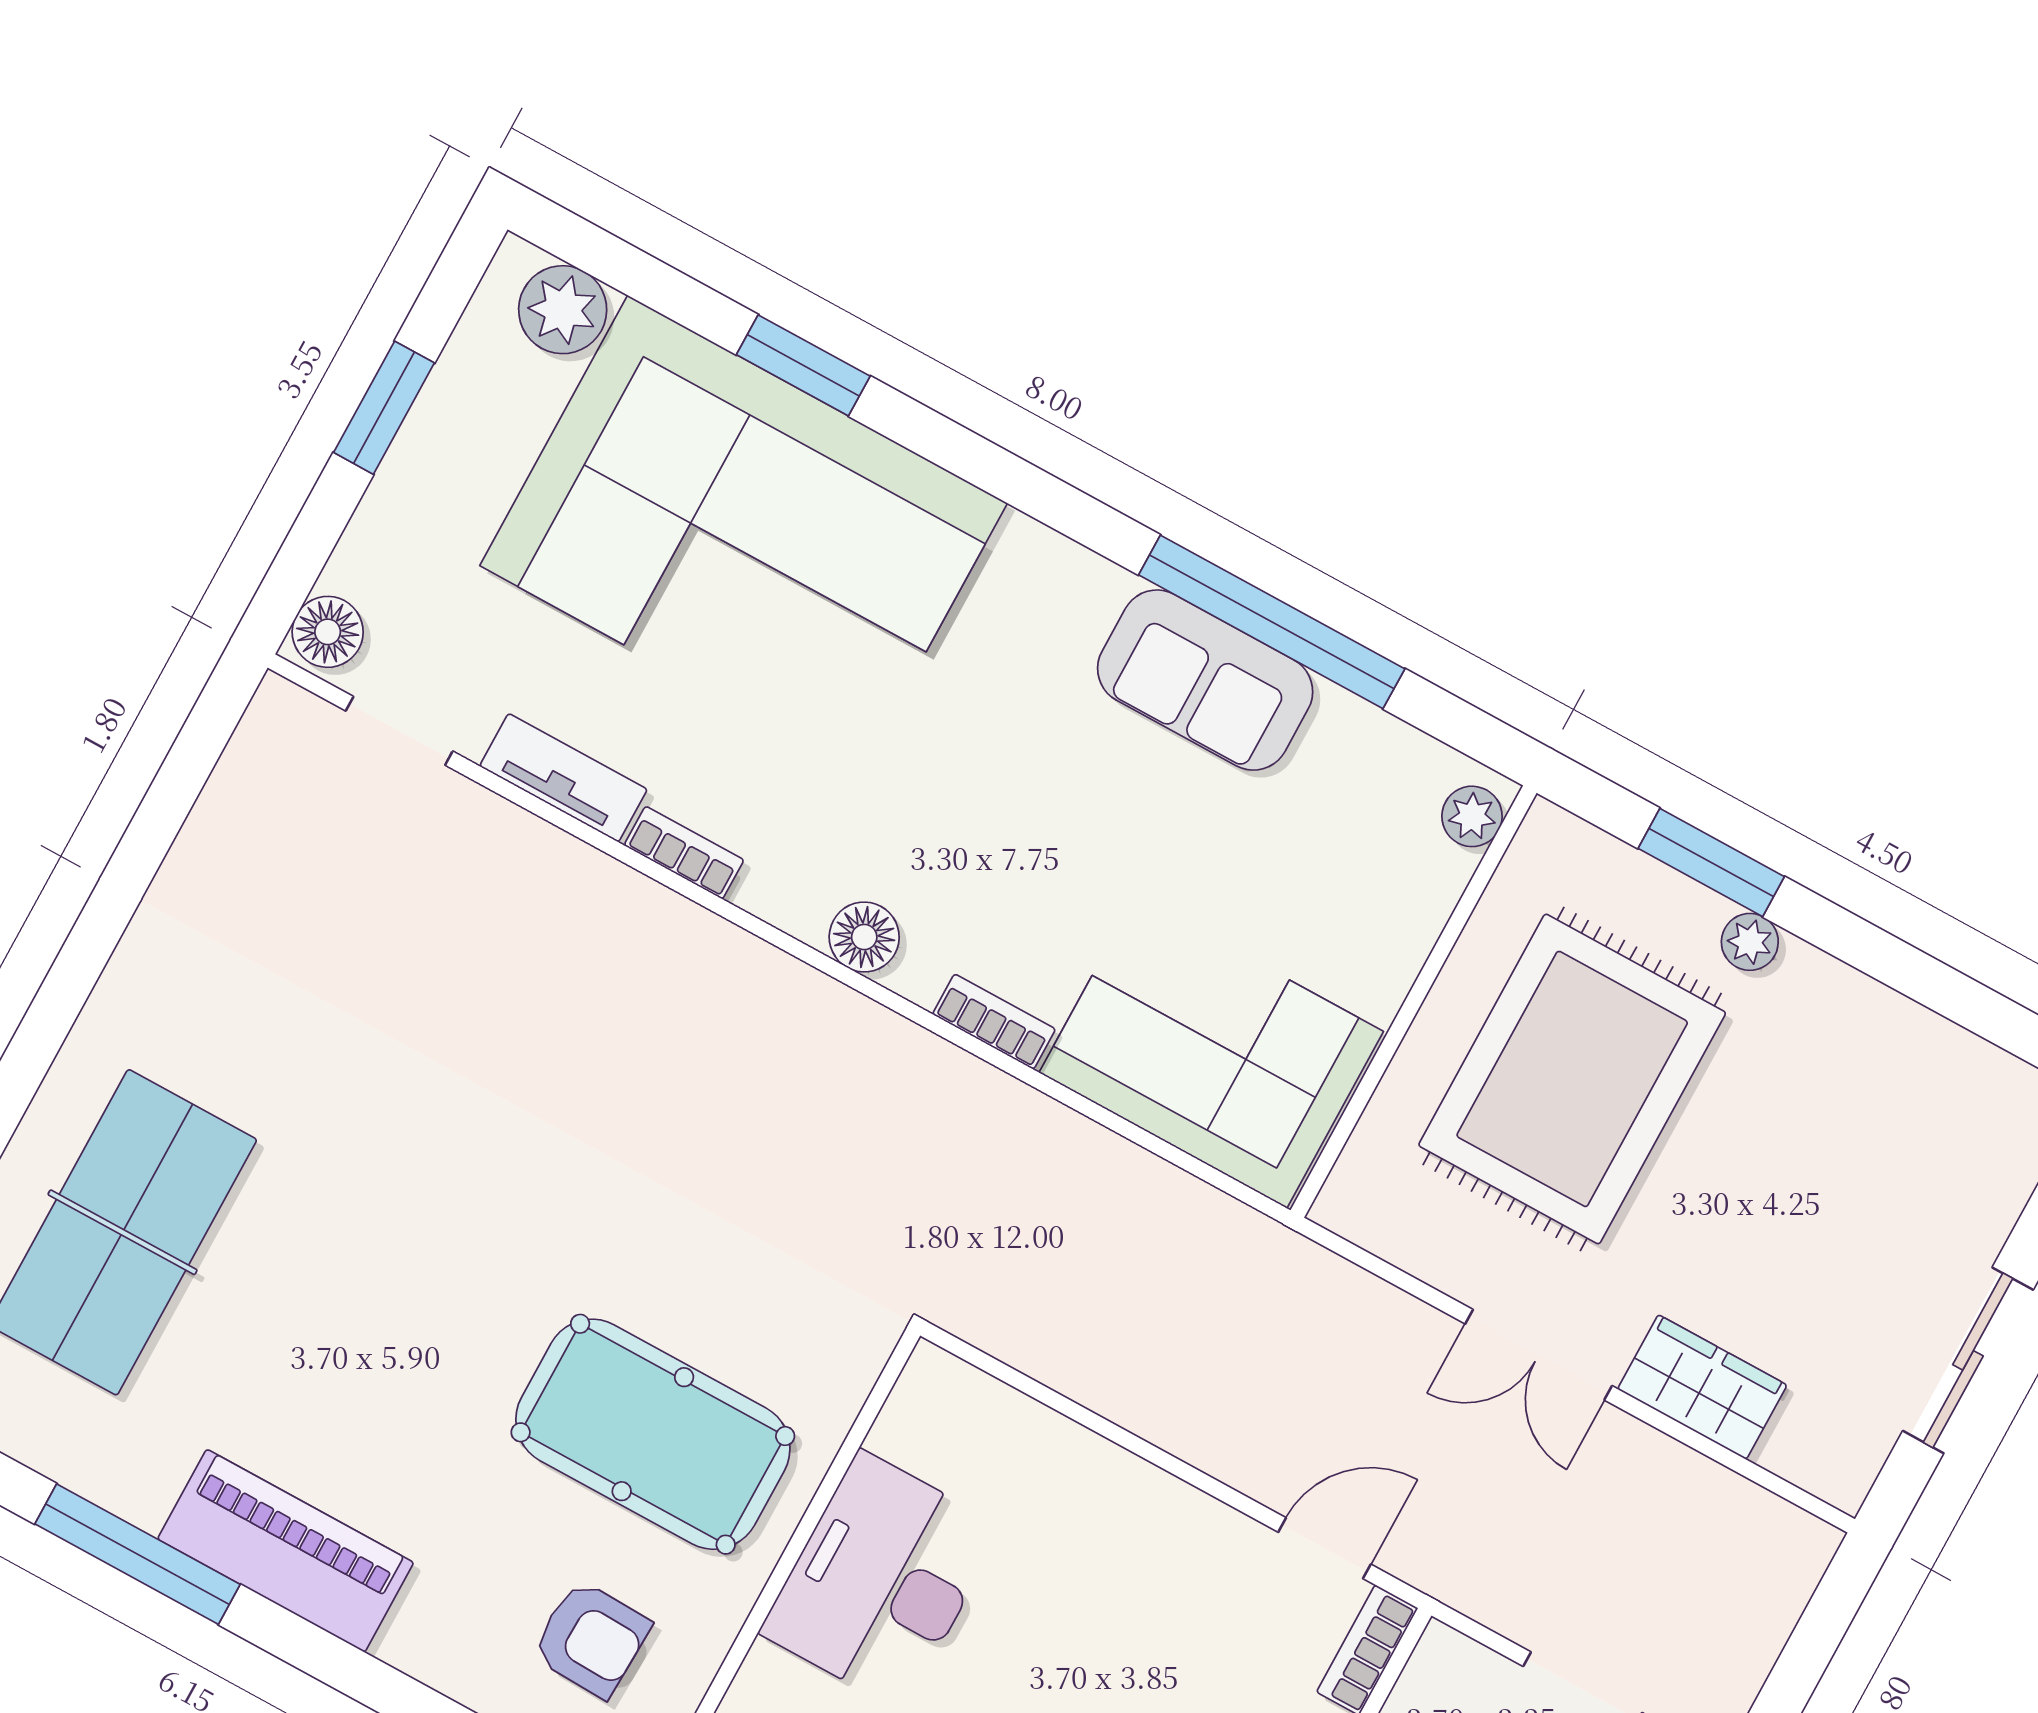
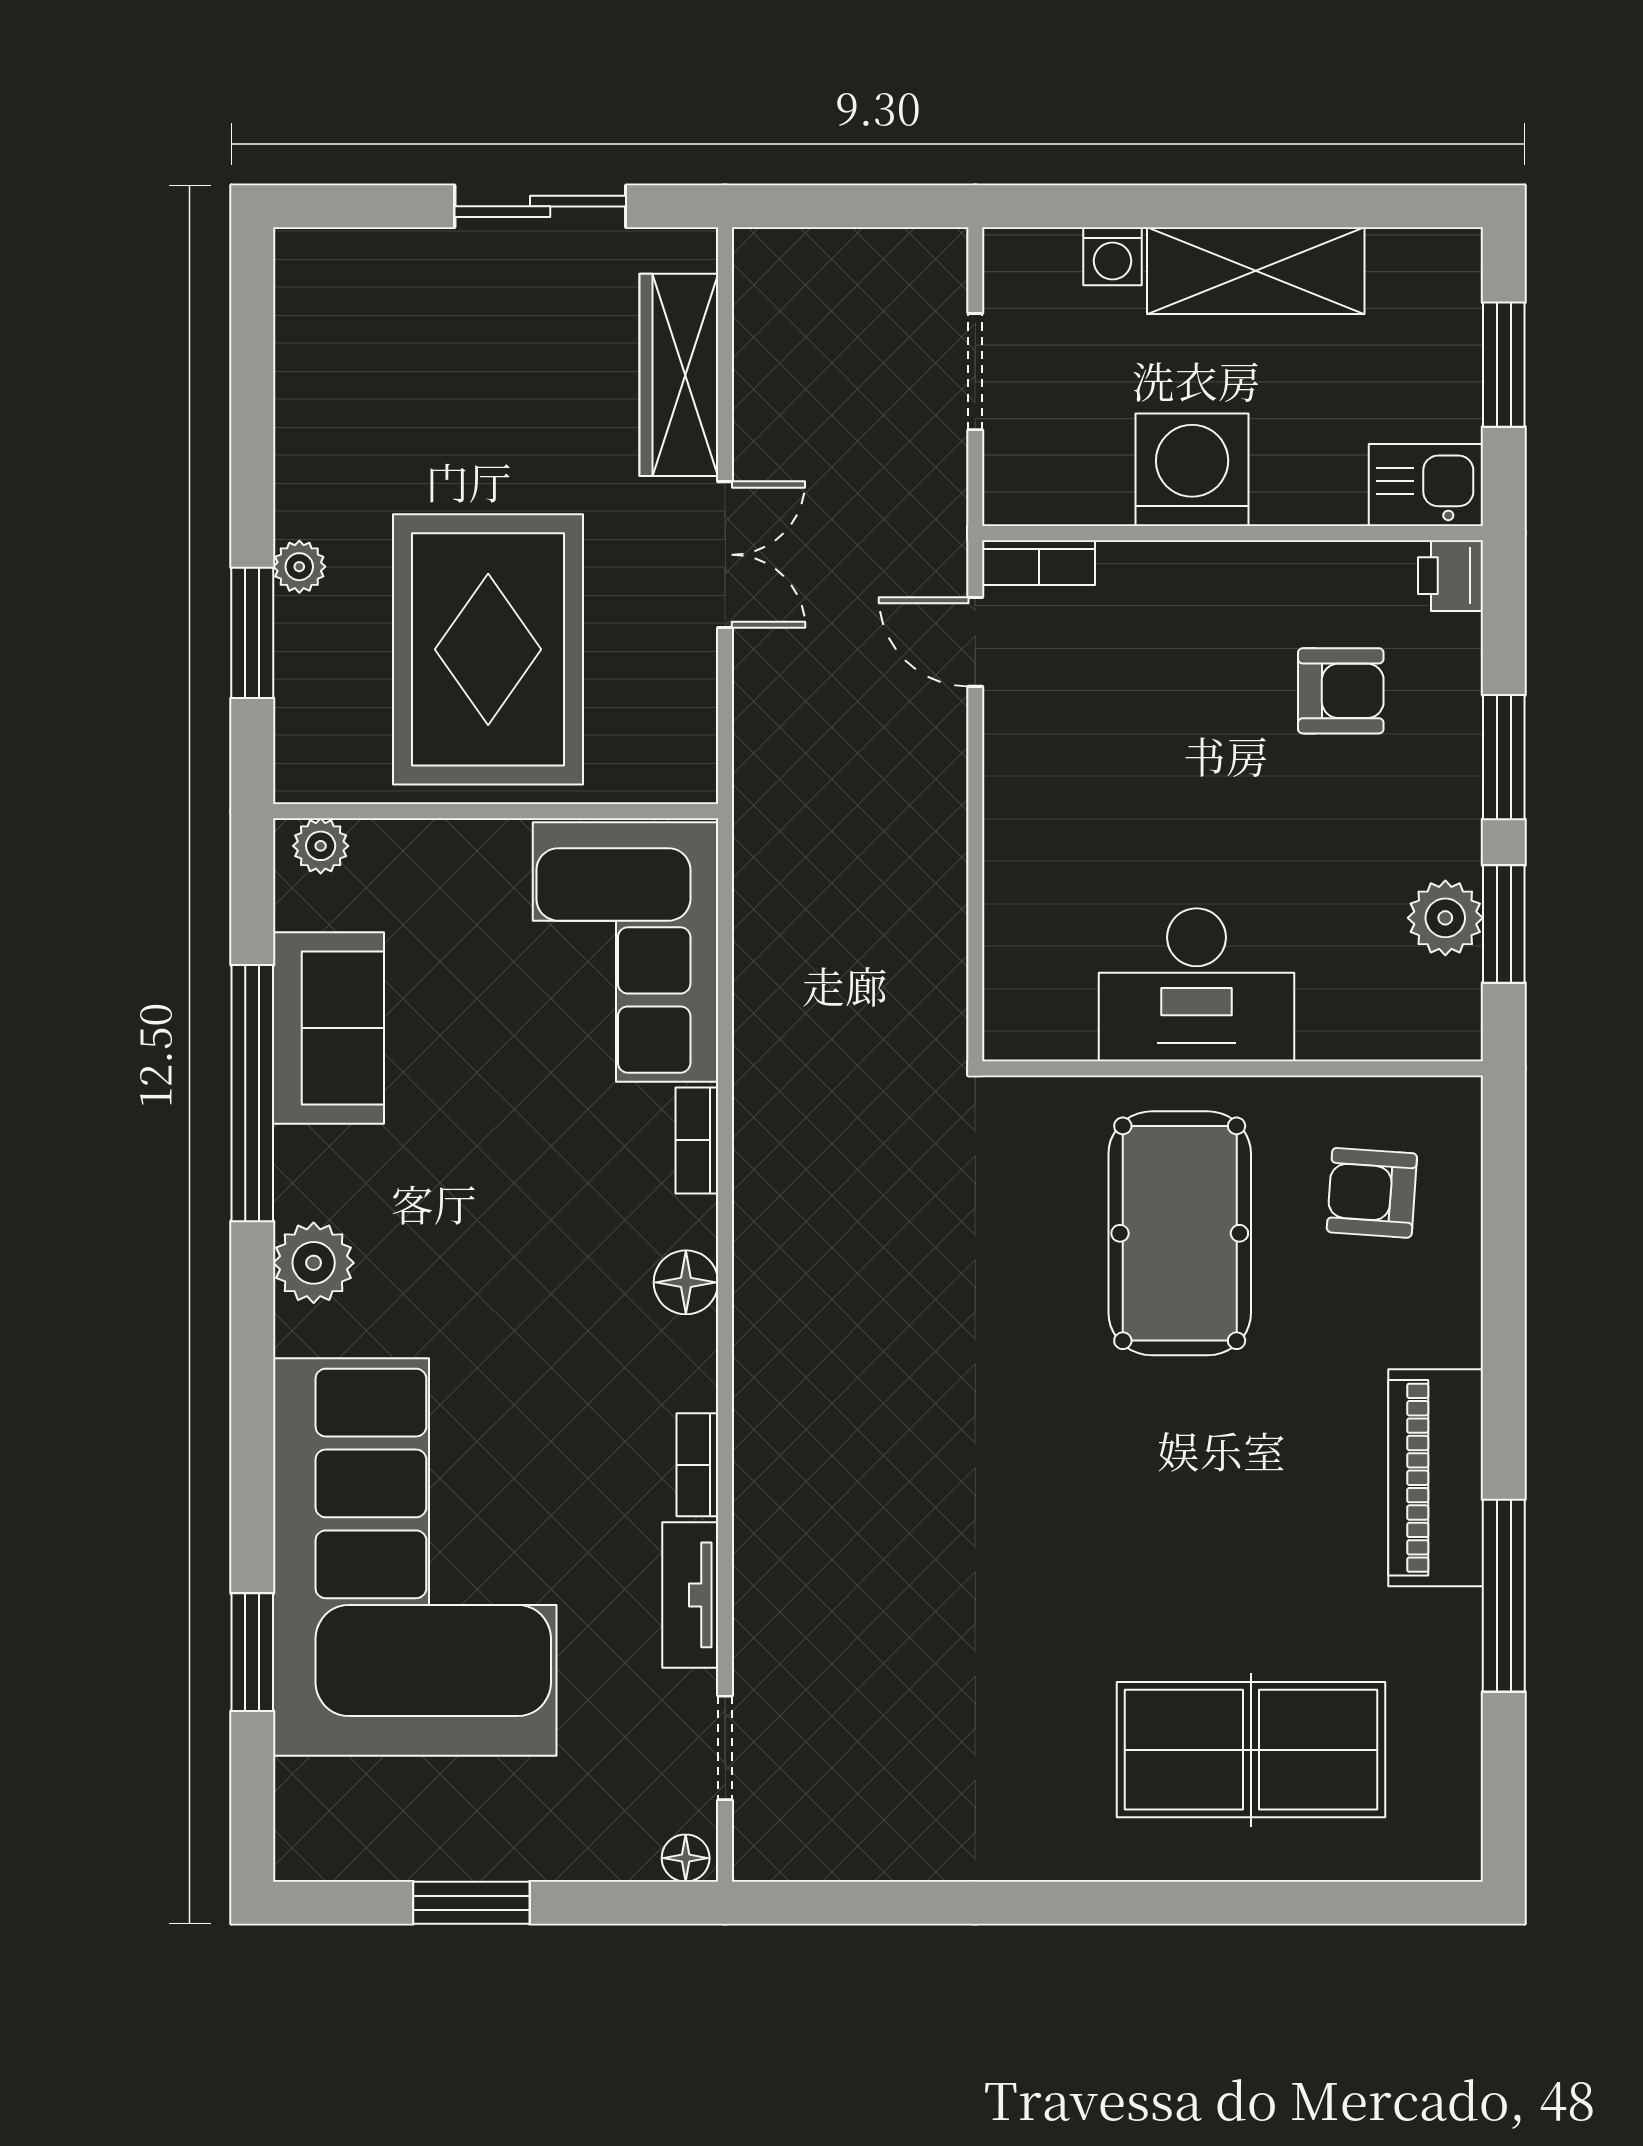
plant: (563, 310) -> (314, 1263), moved
window: (803, 365) -> (252, 1652), moved
floor lamp: (328, 632) -> (686, 1858), width x0.73, depth x0.73
sofa: (1205, 680) -> (329, 1028), moved
rug: (1572, 1079) -> (488, 649), turned 90
wardrobe: (1702, 1387) -> (679, 375), width x1.50
armchair: (591, 1639) -> (1372, 1193), turned -88

